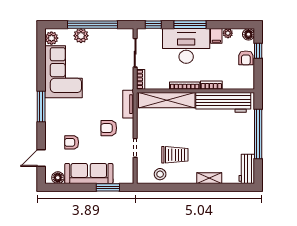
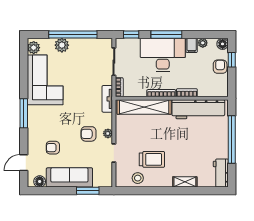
armchair: (246, 58) -> (220, 67), turned 180
tv unit: (128, 104) -> (107, 99), moved
plant: (129, 128) -> (108, 133), added

